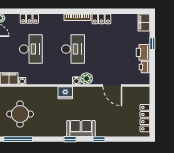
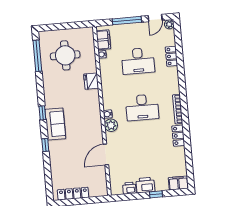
fridge: (65, 93) -> (91, 81), moved

